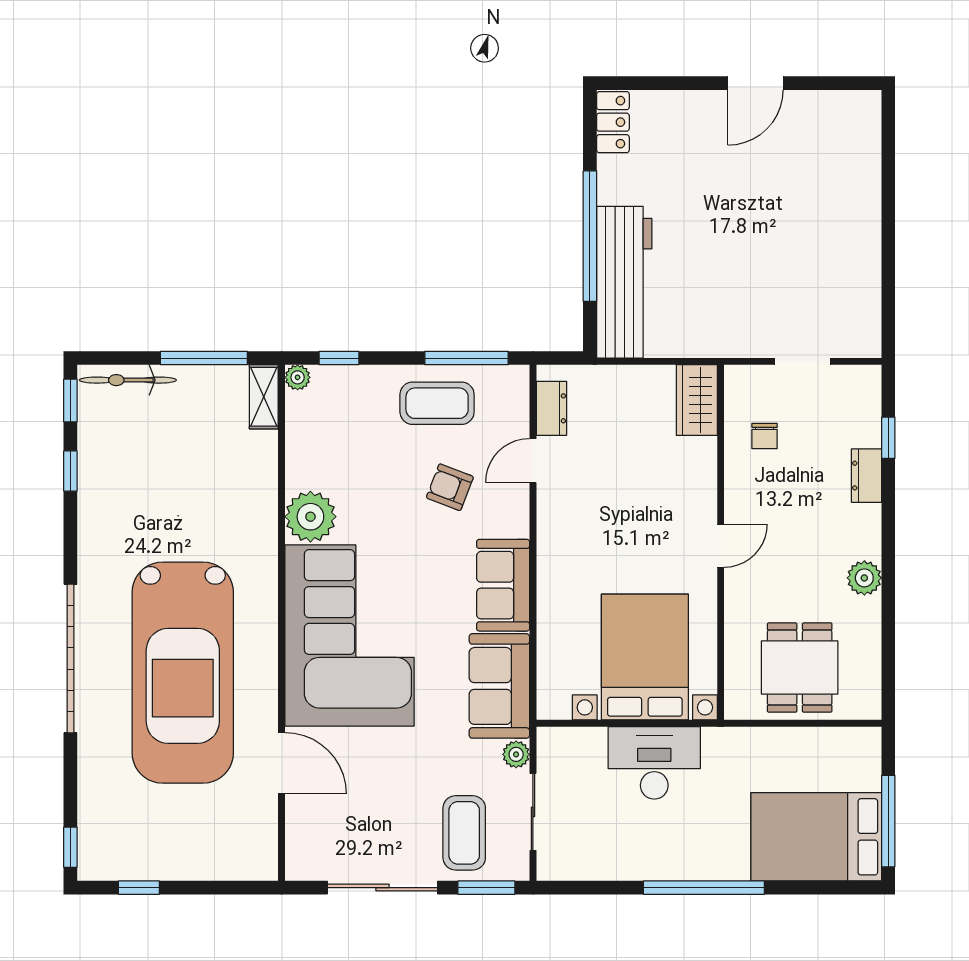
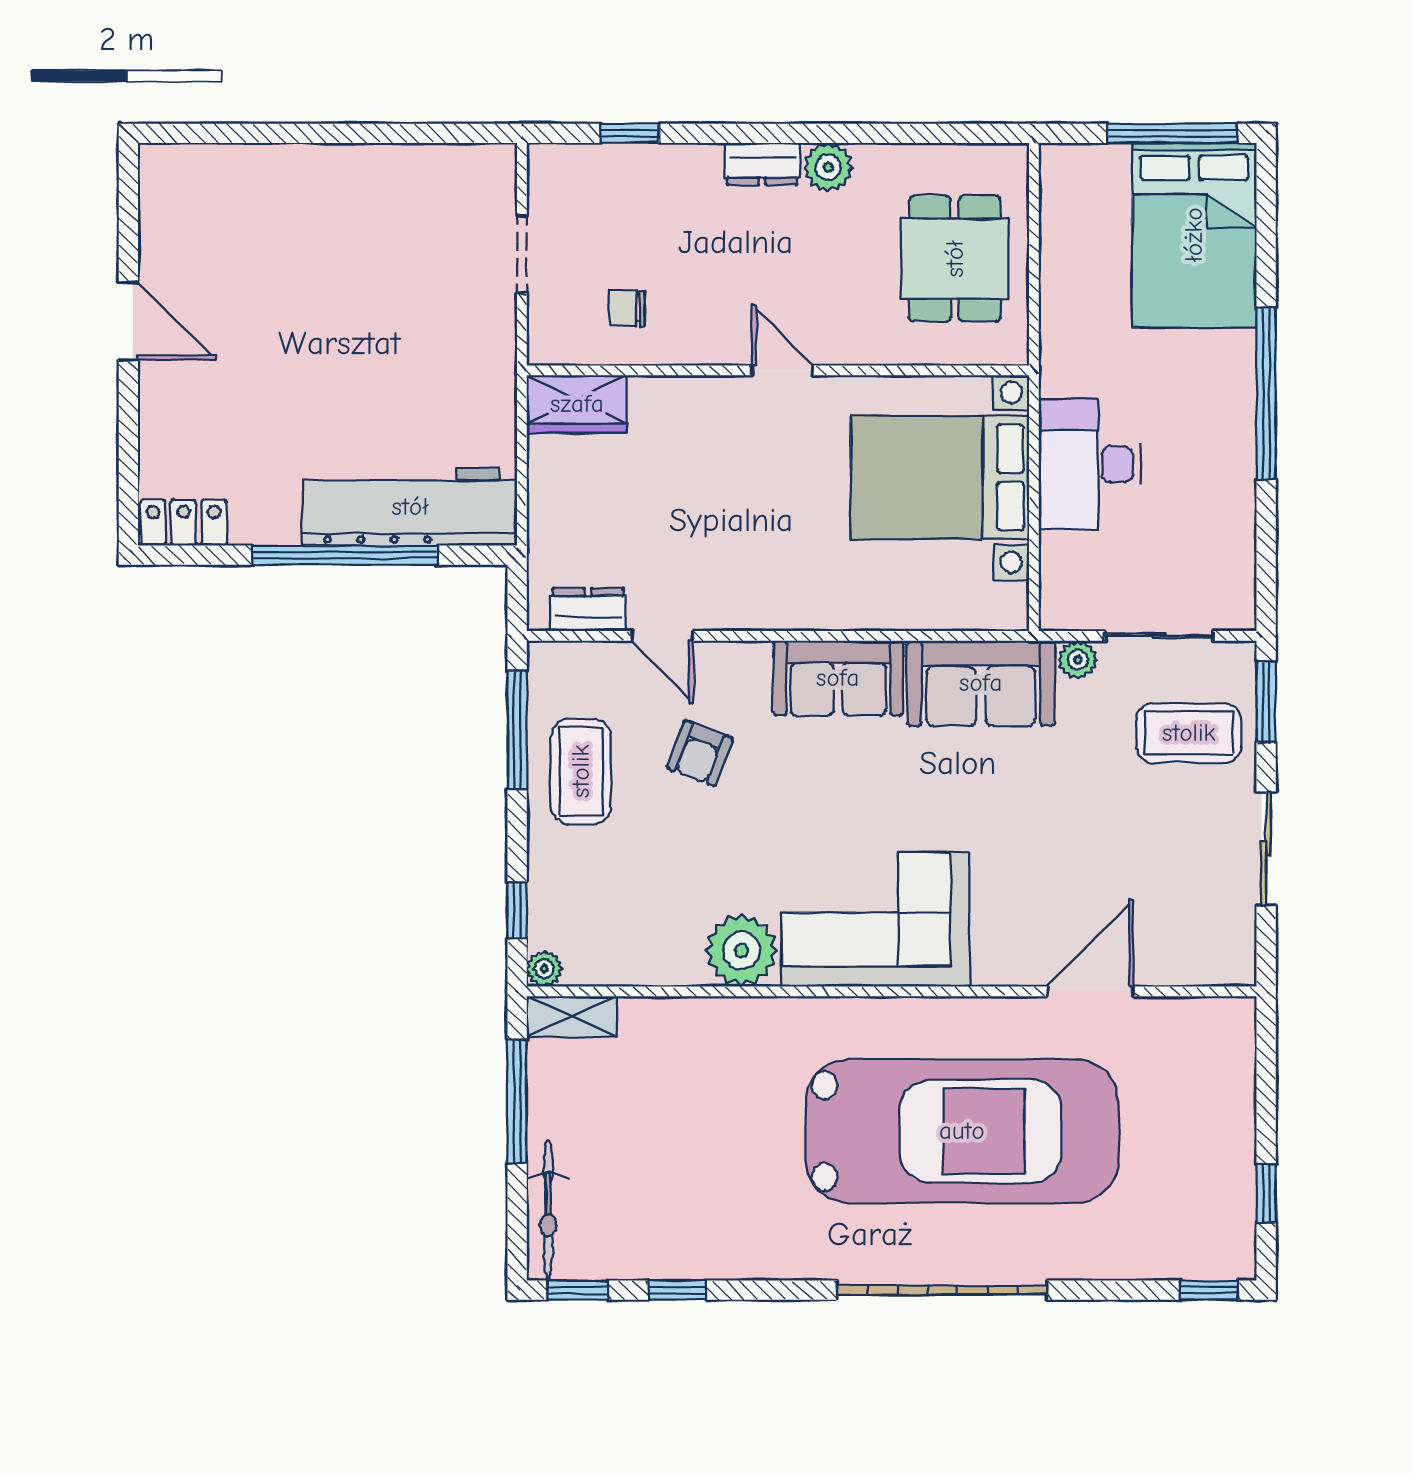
chair: (765, 436) -> (627, 308), turned 180
dresser: (866, 476) -> (762, 164), moved
corner sofa: (349, 636) -> (876, 919), width x0.73, depth x0.74
dining table: (800, 668) -> (955, 259), turned 90
sliding door: (383, 888) -> (1266, 849), width x0.73

